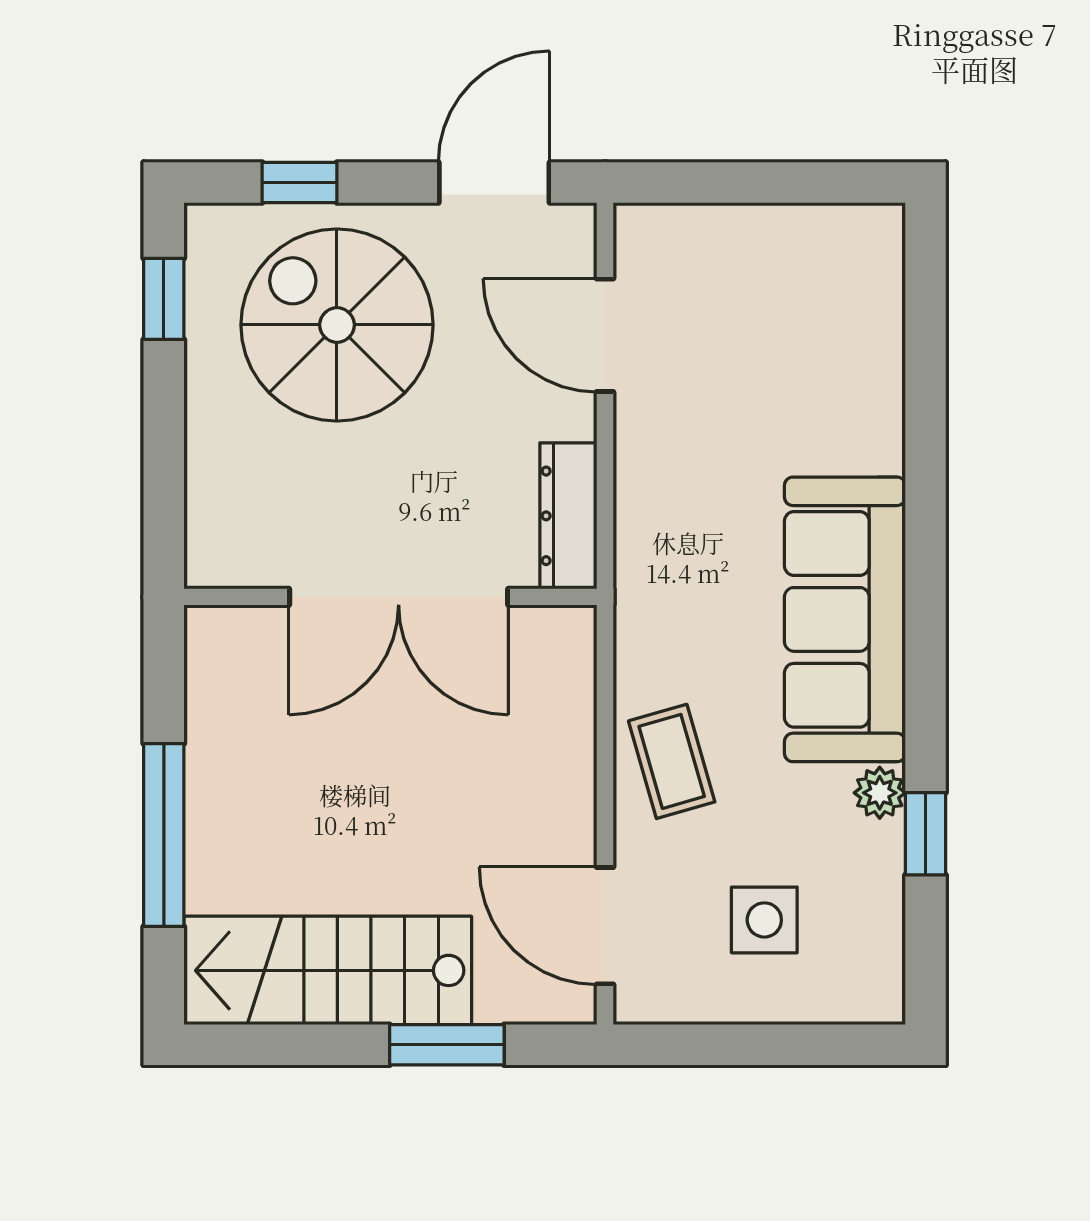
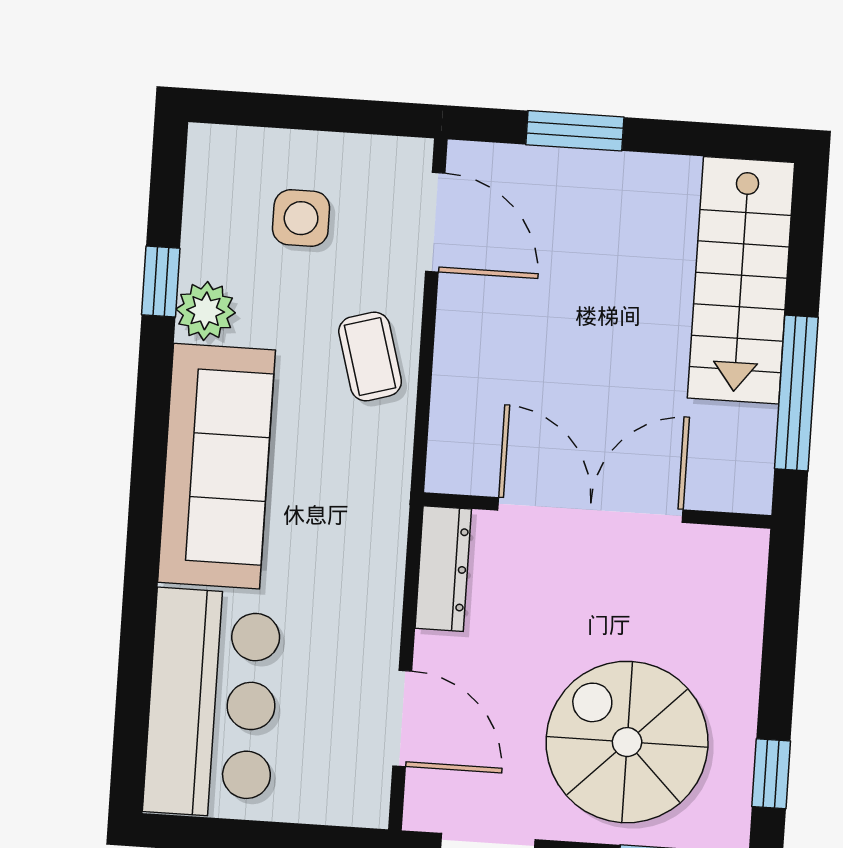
spiral stairs: (337, 325) -> (627, 742), turned 180
bar counter: (831, 338) -> (212, 703), added
plant: (880, 793) -> (206, 311), width x1.38, depth x1.38
window: (164, 835) -> (796, 393), moved
stairs: (328, 970) -> (741, 280), moved, turned 90

